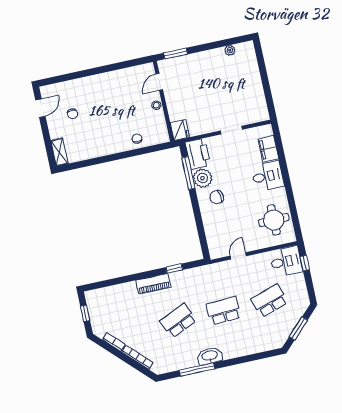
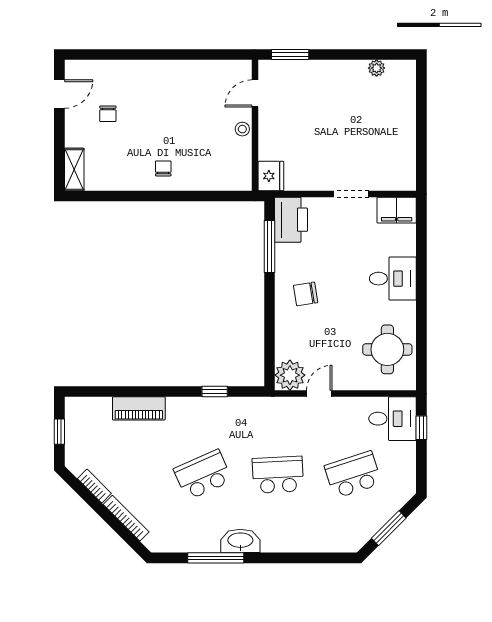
chair: (137, 139) -> (163, 168), moved
filing cabinet: (268, 149) -> (397, 210), moved, turned -90
plant: (203, 178) -> (290, 375), moved
piano: (153, 284) -> (139, 408), moved

